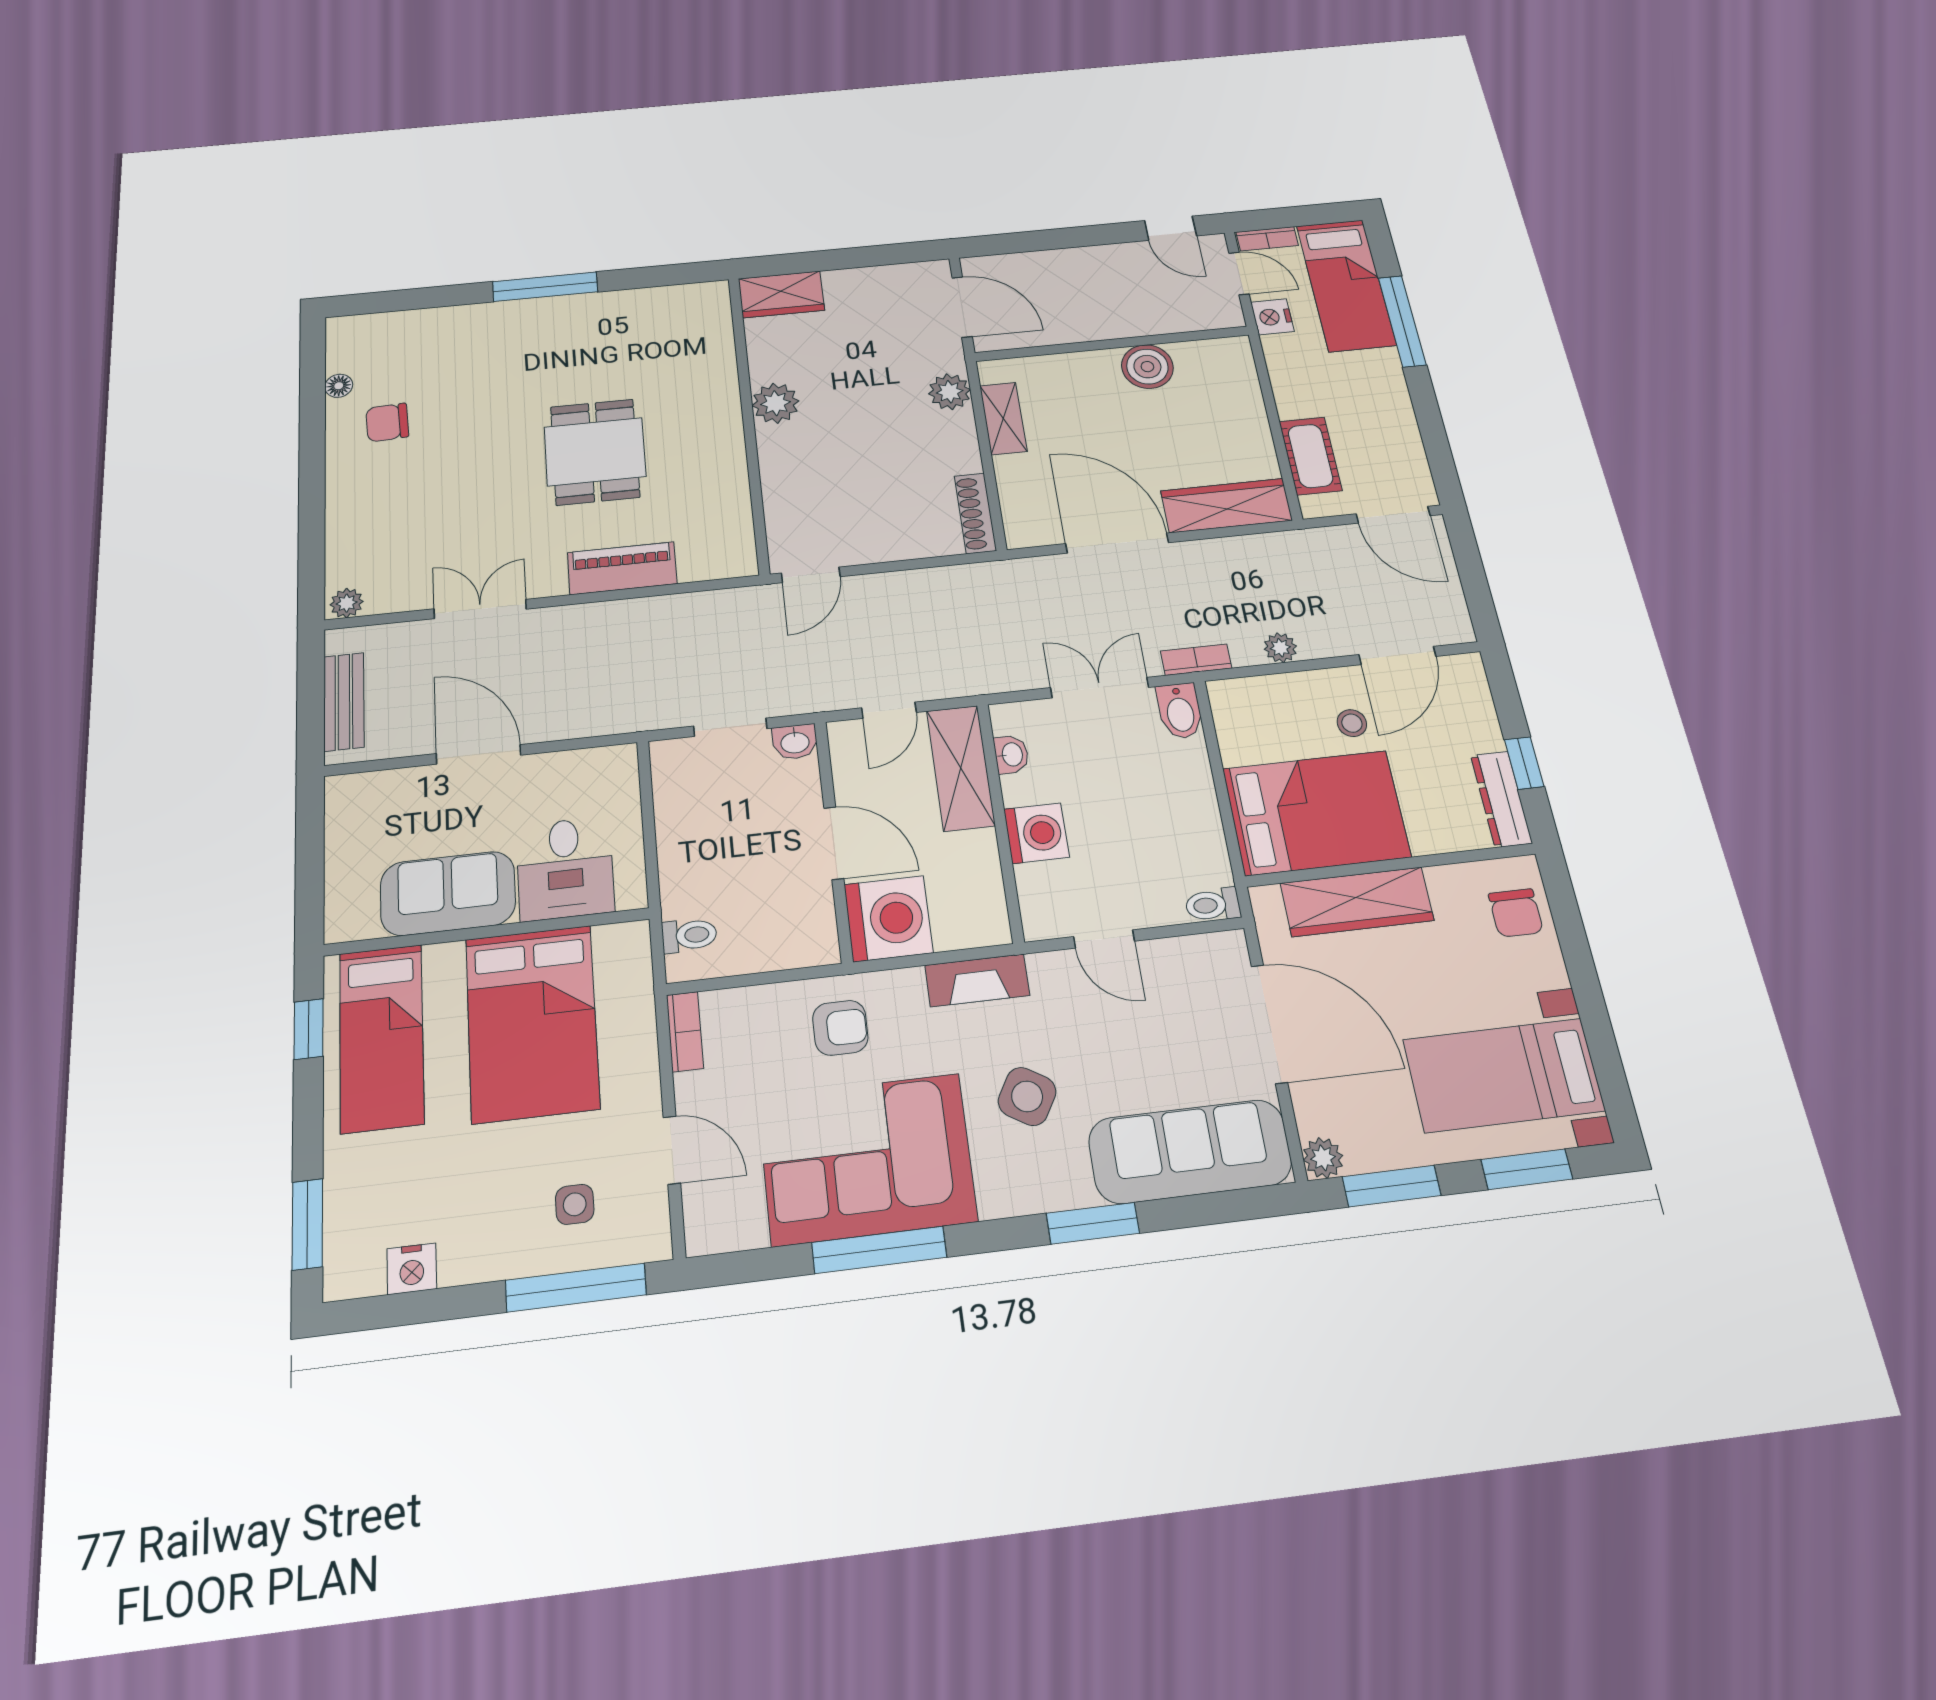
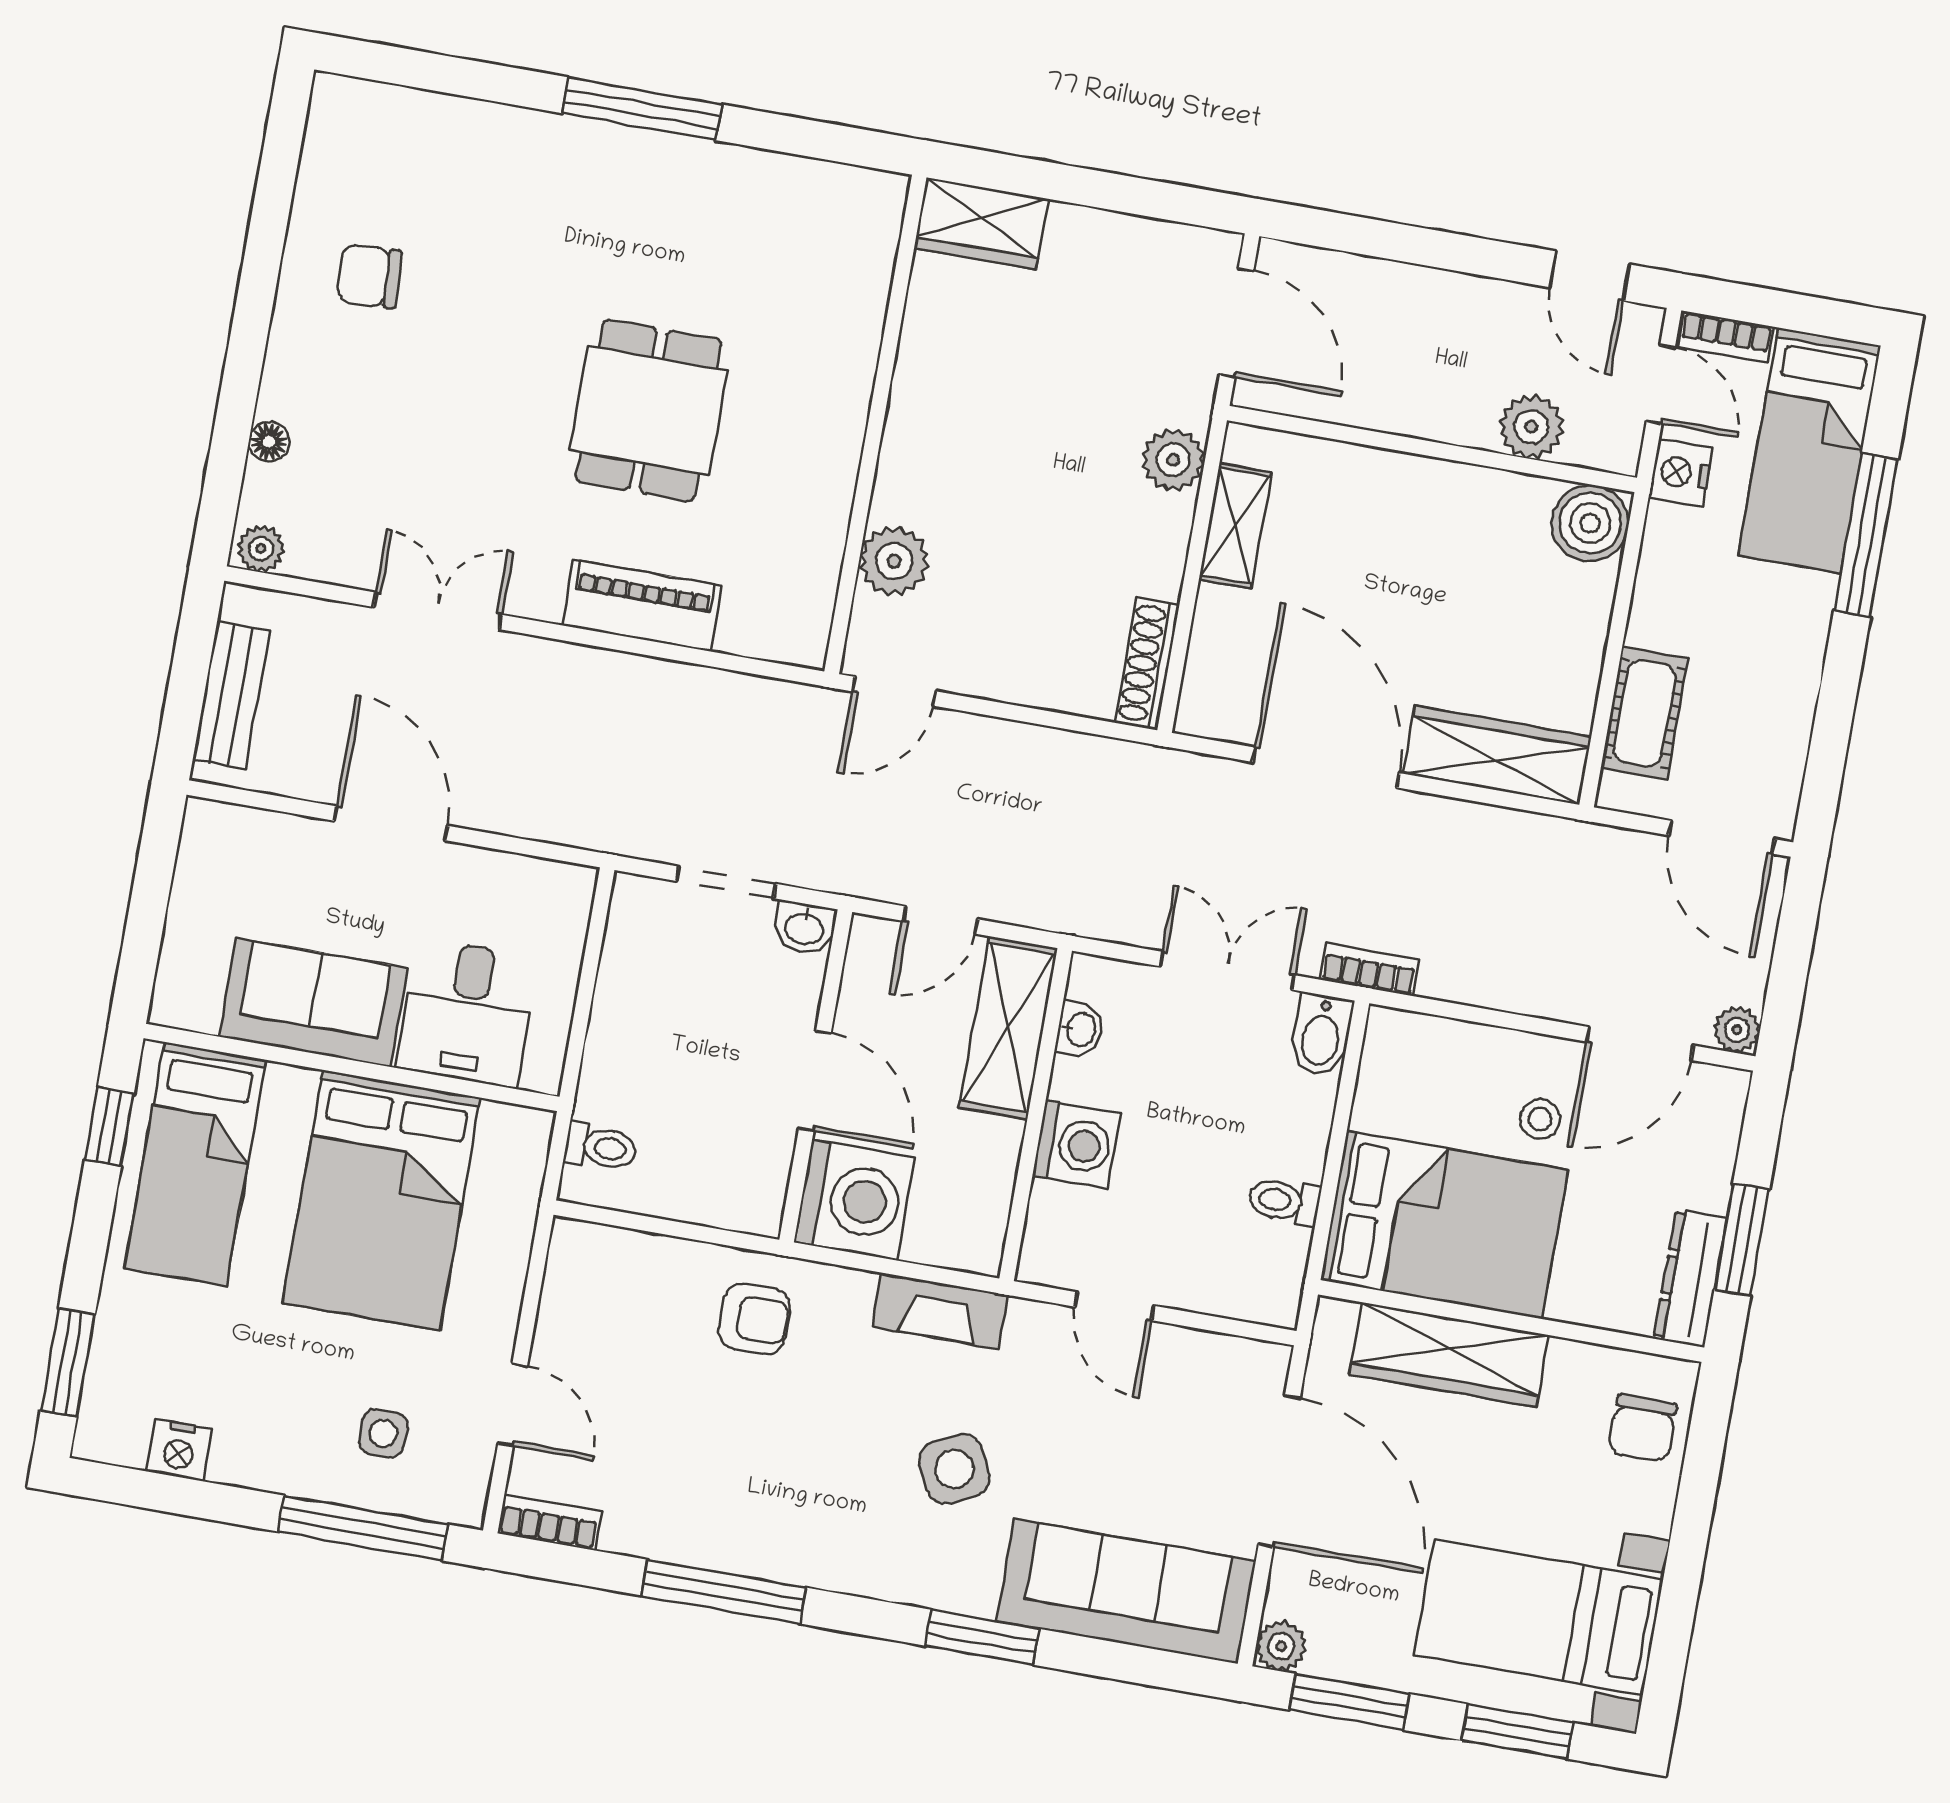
plant: (1169, 316) -> (1531, 427), added
boiler: (1147, 367) -> (1590, 523), moved
floor lamp: (339, 386) -> (269, 442), moved
plant: (775, 403) -> (894, 561), moved
plant: (1280, 648) -> (1737, 1030), moved
window: (1524, 763) -> (1742, 1240), width x1.50
toilet: (1213, 905) -> (1284, 1201), moved
bookcase: (685, 1032) -> (549, 1522), moved, turned -90
side table: (1027, 1096) -> (954, 1469), turned 33
corner sofa: (867, 1159) -> (740, 1484), removed

